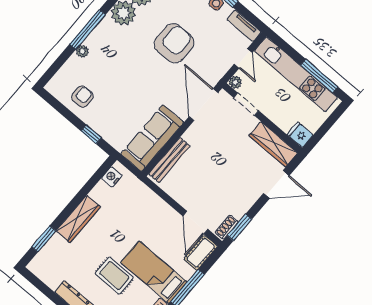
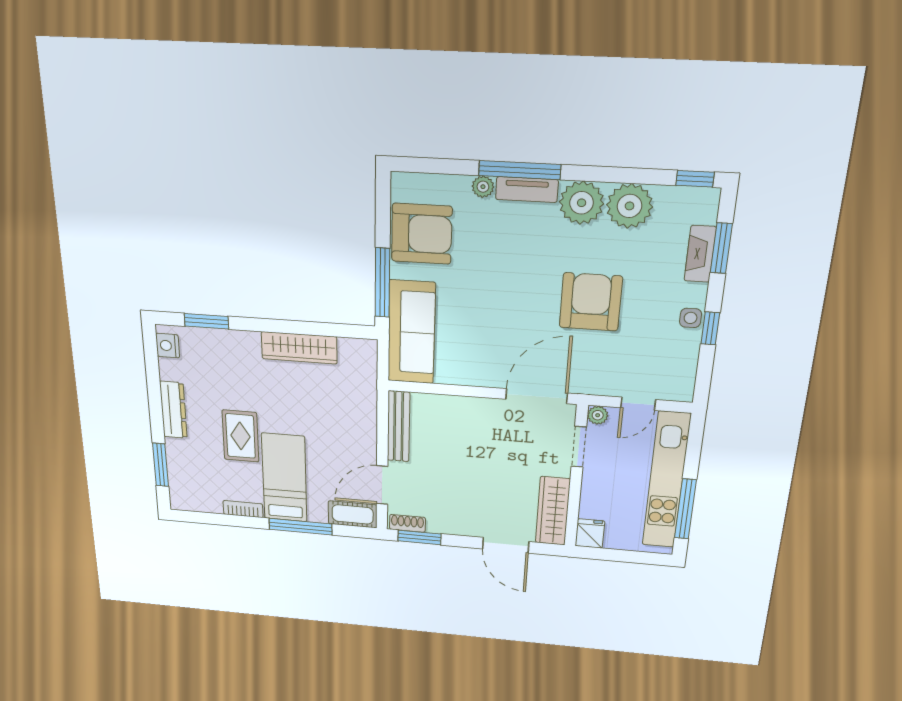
tv unit: (244, 26) -> (527, 190), moved, turned -90
armchair: (174, 43) -> (591, 302), turned -90
armchair: (82, 97) -> (422, 234), width x1.88, depth x1.88
window: (91, 134) -> (382, 283), width x2.17
sofa: (152, 138) -> (411, 332), moved, turned 90
bench: (169, 160) -> (398, 426), moved, turned 90
nightstand: (112, 177) -> (168, 346), moved, turned -90
wardrobe: (78, 219) -> (299, 348), moved

